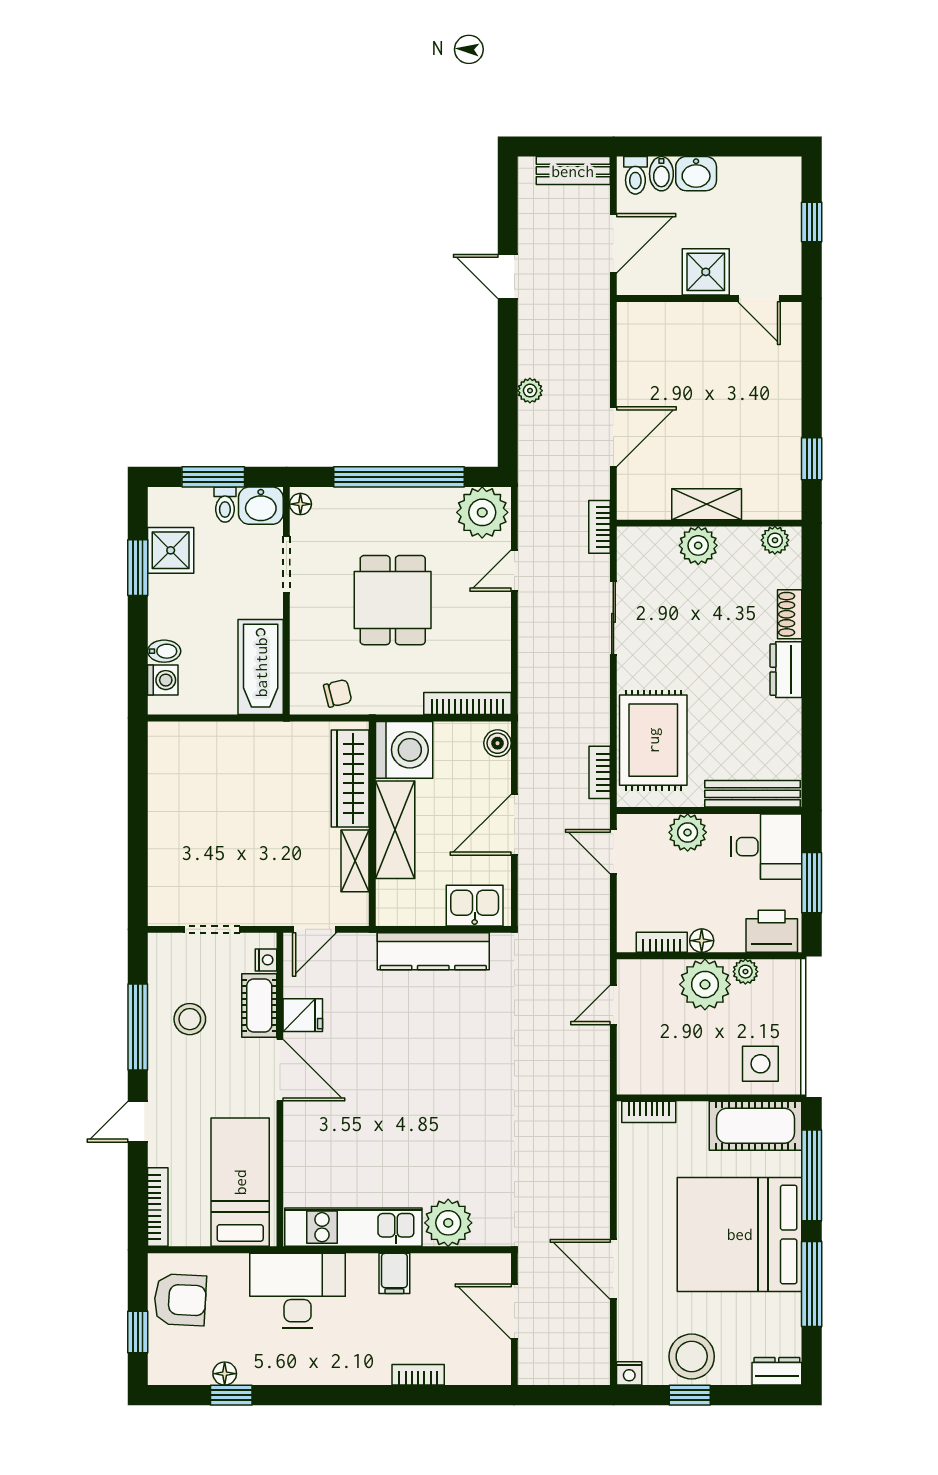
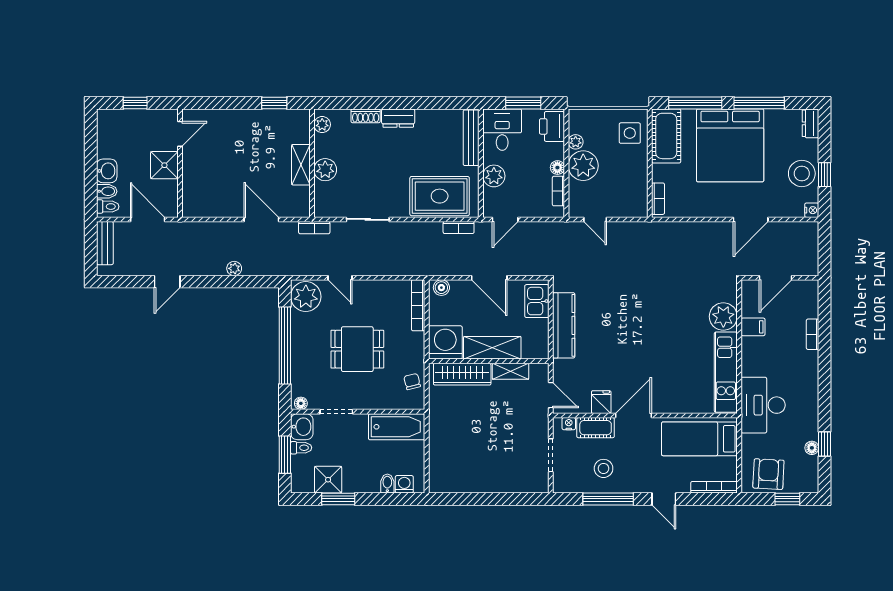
filing cabinet: (394, 1273) -> (753, 327), moved

